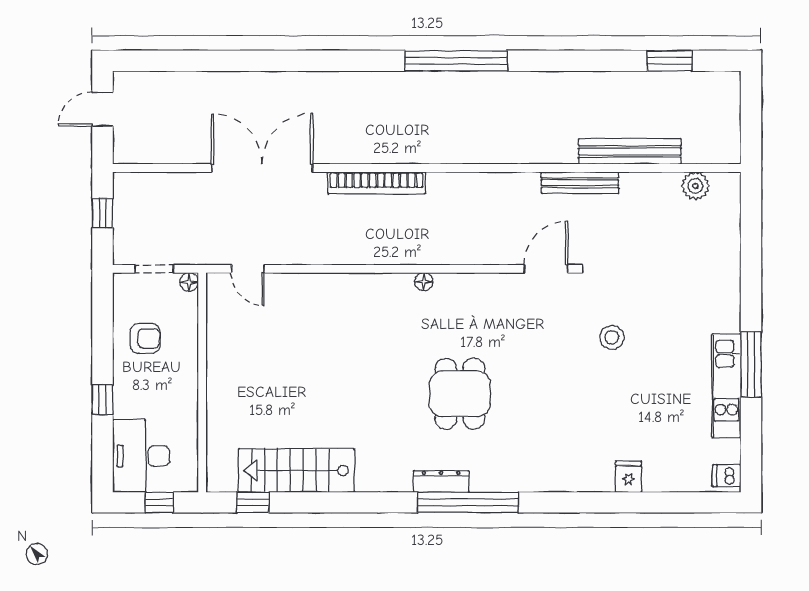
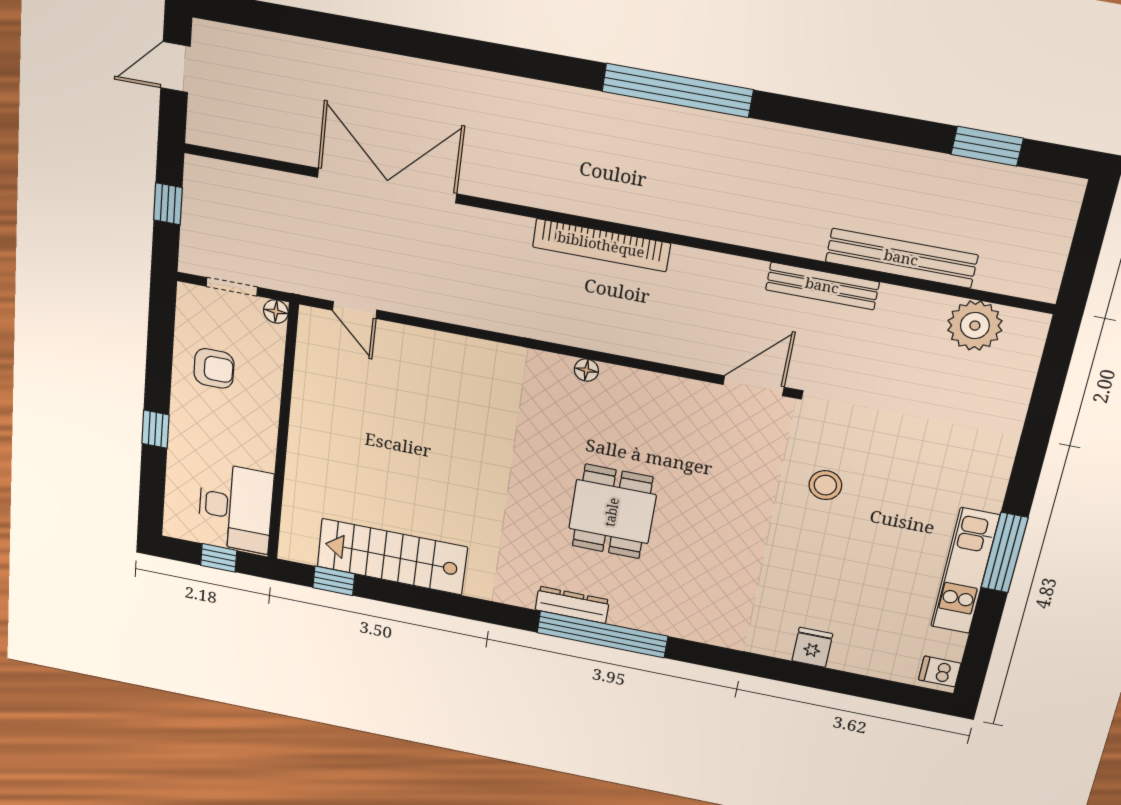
bookcase: (377, 183) -> (601, 245), moved
plant: (695, 186) -> (975, 326), width x1.36, depth x1.36
desk: (141, 456) -> (236, 508), moved, turned 180

